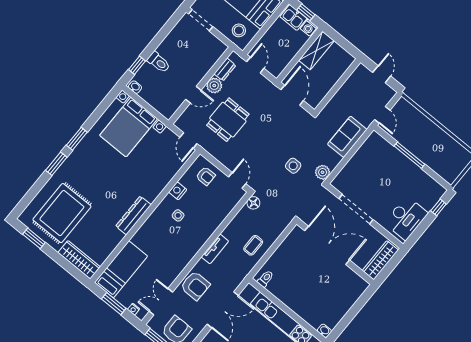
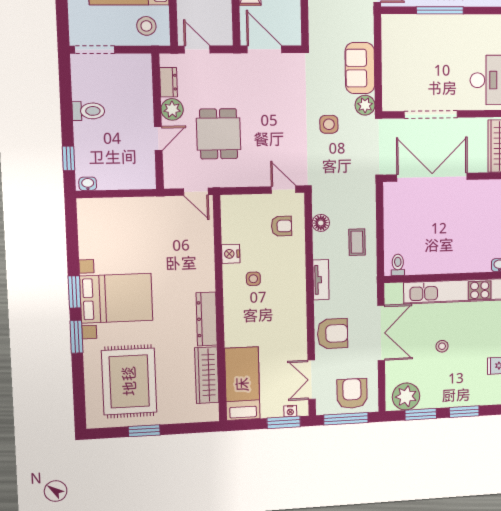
toilet: (159, 62) -> (88, 111), moved
bed with nightstands: (129, 127) -> (116, 298), moved, turned -90
sofa: (347, 137) -> (360, 68), moved
armchair: (206, 176) -> (282, 226), moved
floor lamp: (253, 203) -> (321, 223), moved
window: (34, 238) -> (144, 431), moved
wardrobe: (79, 260) -> (207, 375), moved, turned -90
window: (114, 304) -> (284, 422), moved

